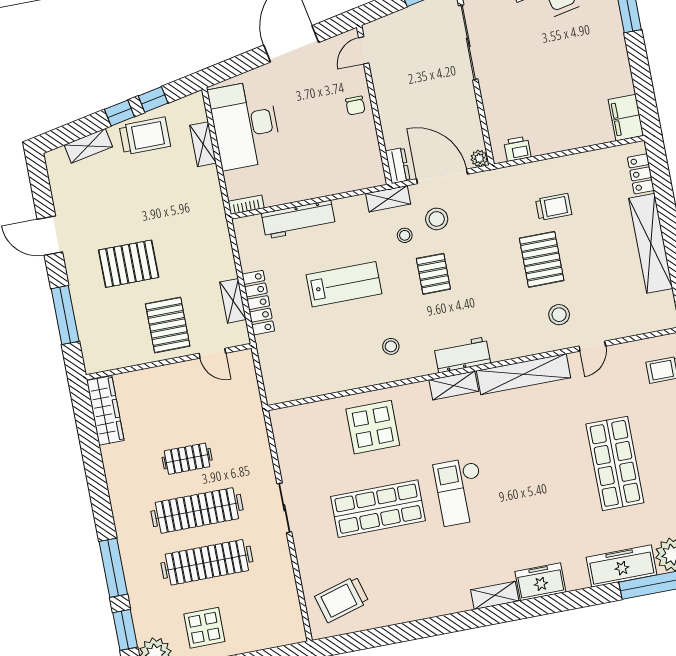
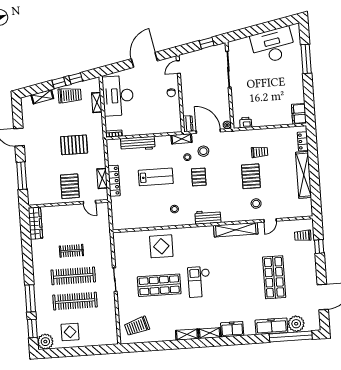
pallet: (129, 264) -> (74, 145), moved
shelving: (454, 385) -> (187, 335), moved

